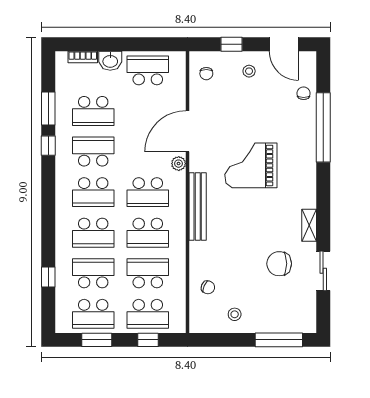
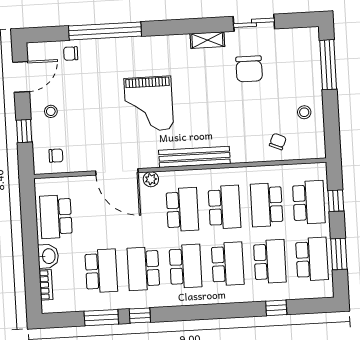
school desk: (93, 273) -> (270, 262), turned 180

